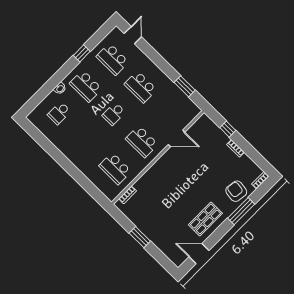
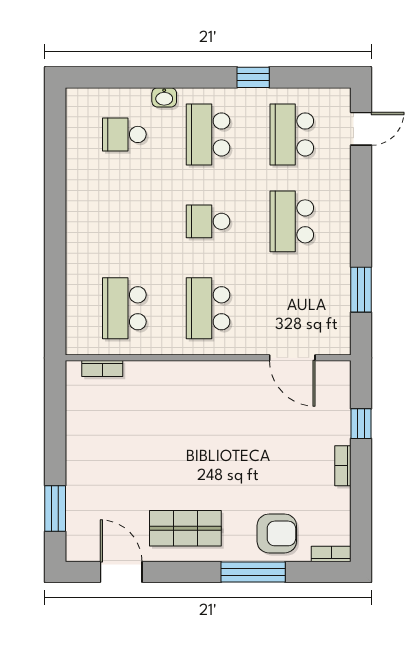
door: (177, 138) -> (292, 358), moved
armchair: (236, 191) -> (277, 533), turned 82
window: (140, 237) -> (55, 509), moved

